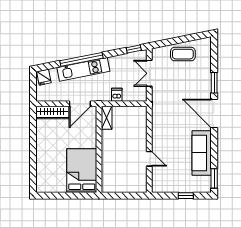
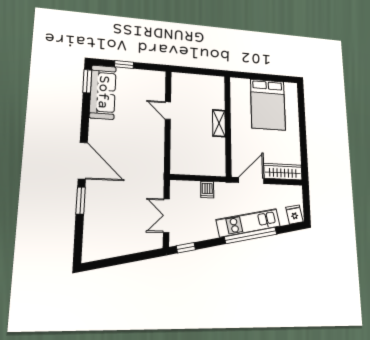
coffee table: (183, 54) -> (121, 240), removed
double door: (149, 73) -> (166, 216), swing flipped
shelving: (107, 118) -> (219, 123), moved
sofa: (202, 153) -> (103, 92), moved
bed: (82, 171) -> (268, 105), moved

